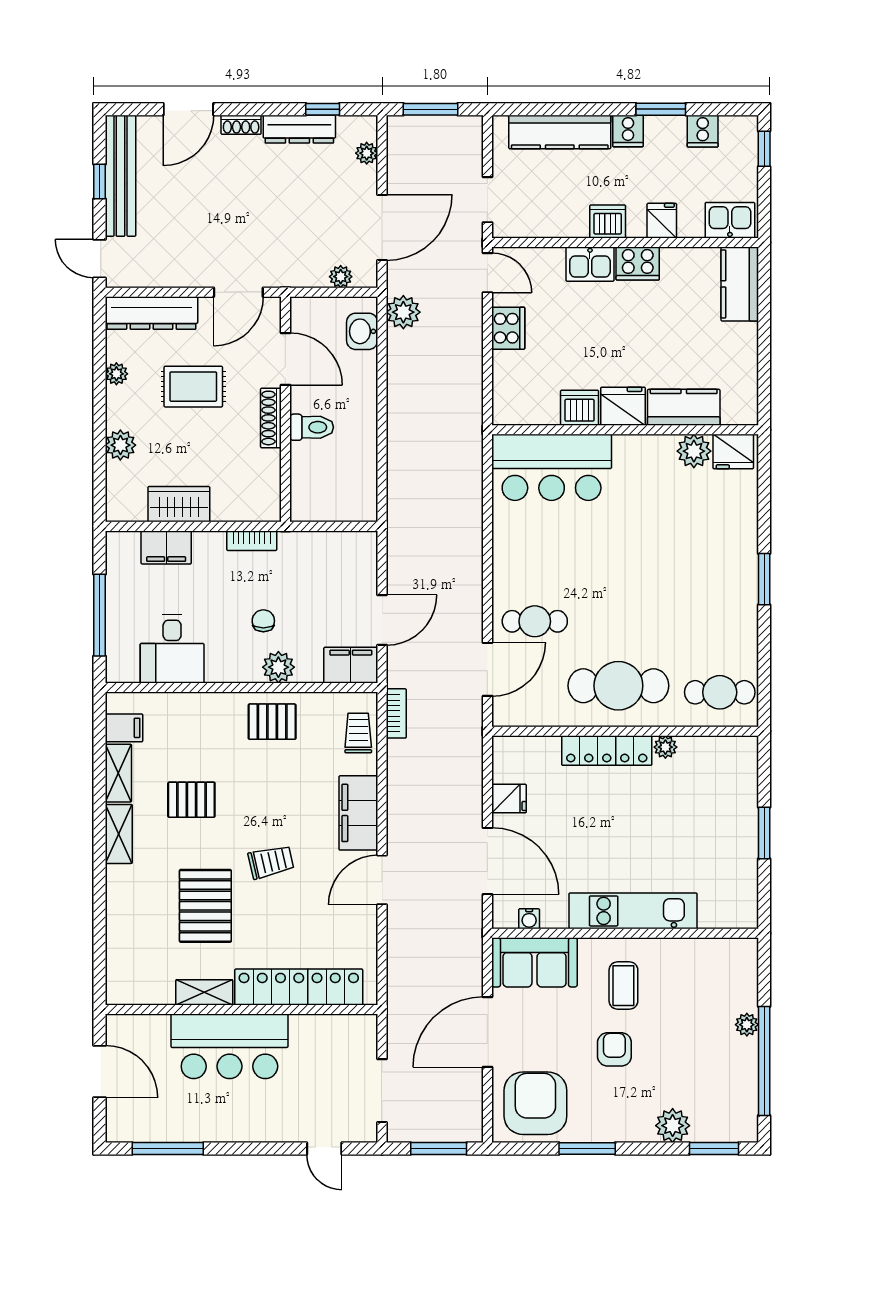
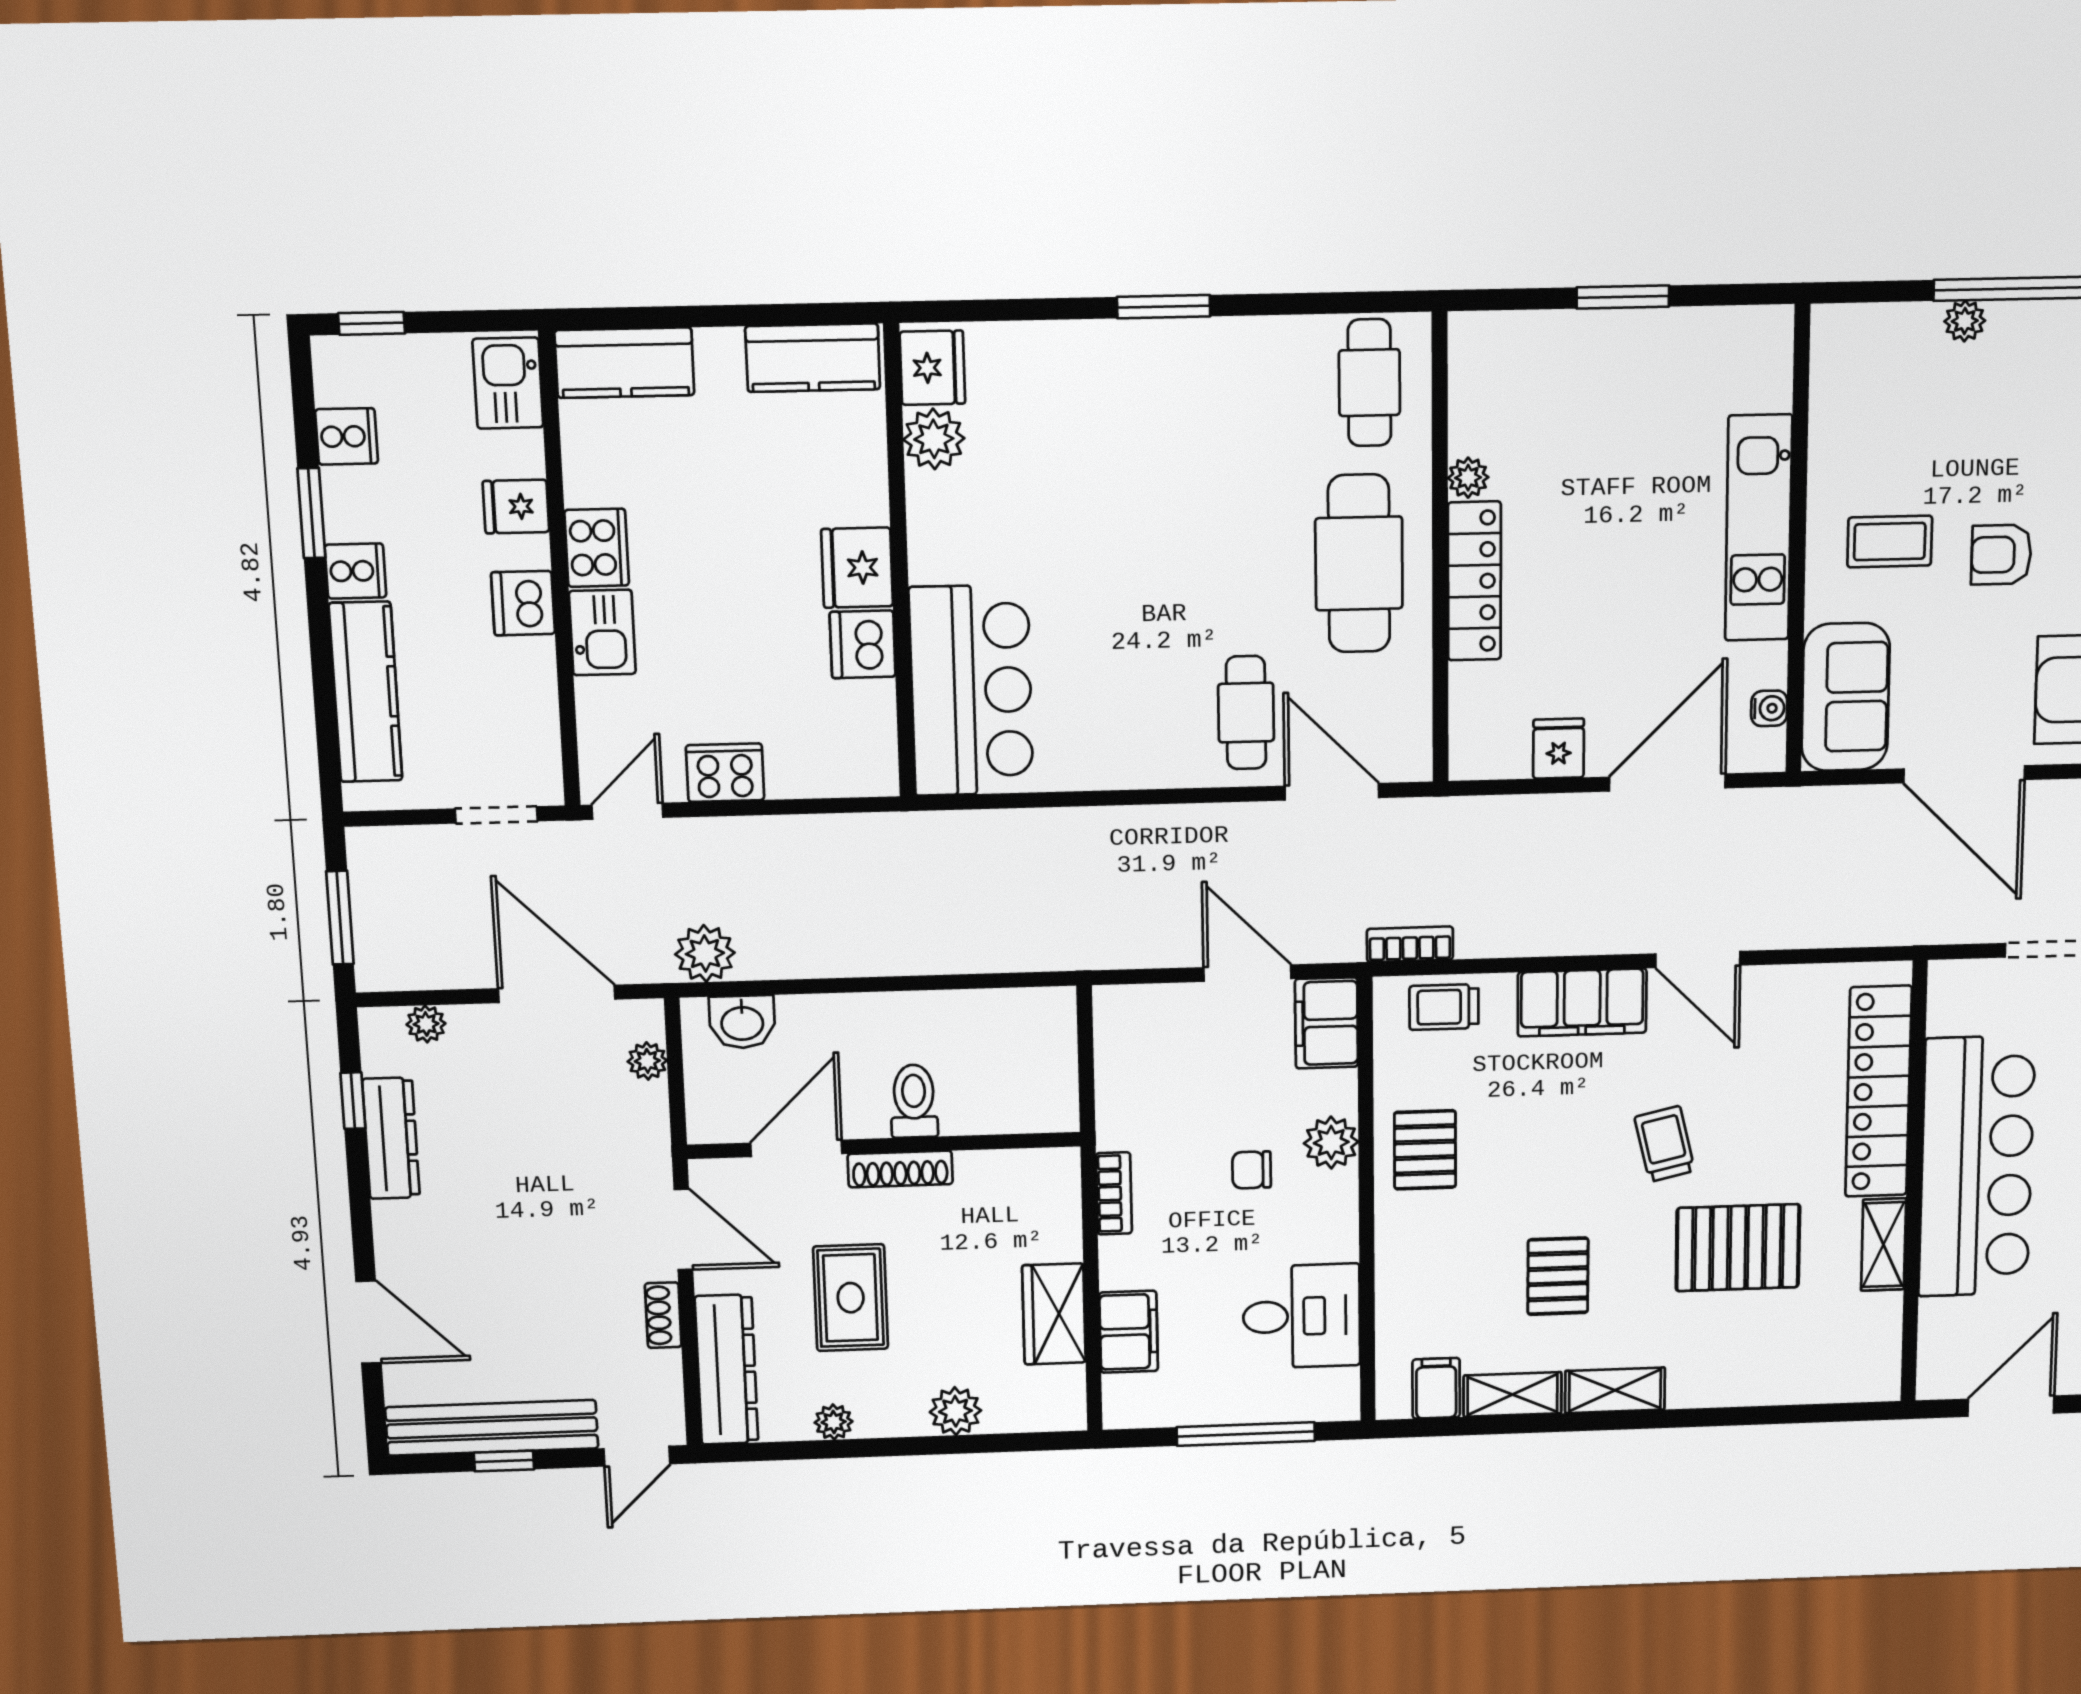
shoe rack: (241, 125) -> (663, 1315), moved, turned 180
kitchen counter: (684, 407) -> (813, 358), moved, turned -90
bar counter: (229, 1046) -> (1977, 1167), width x1.36

